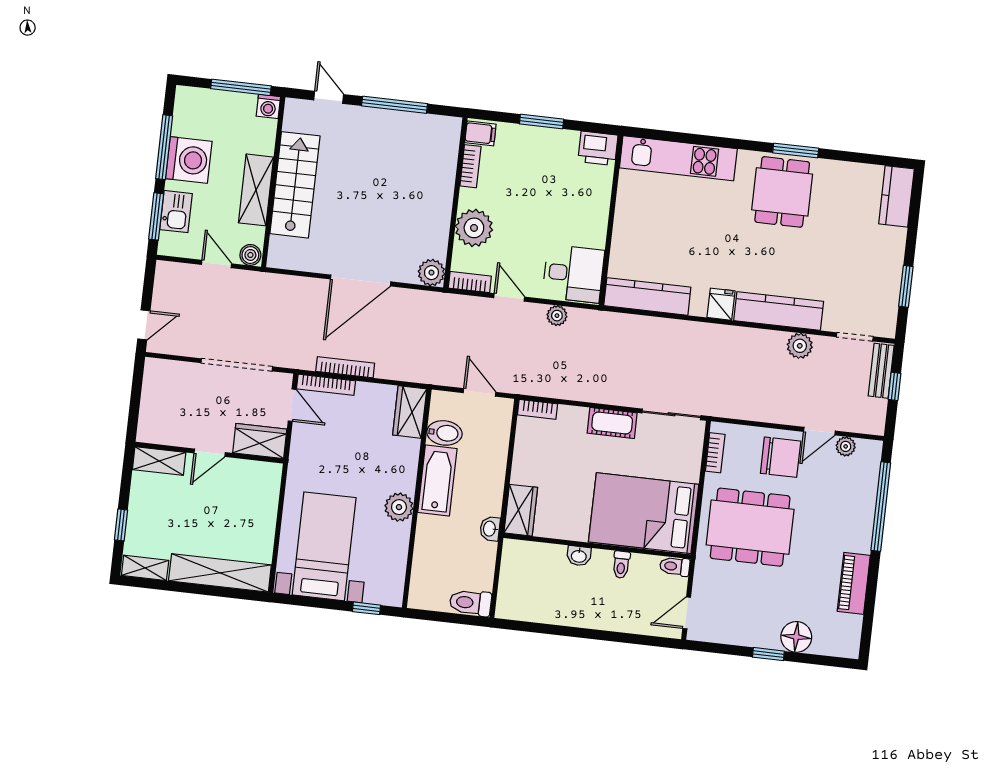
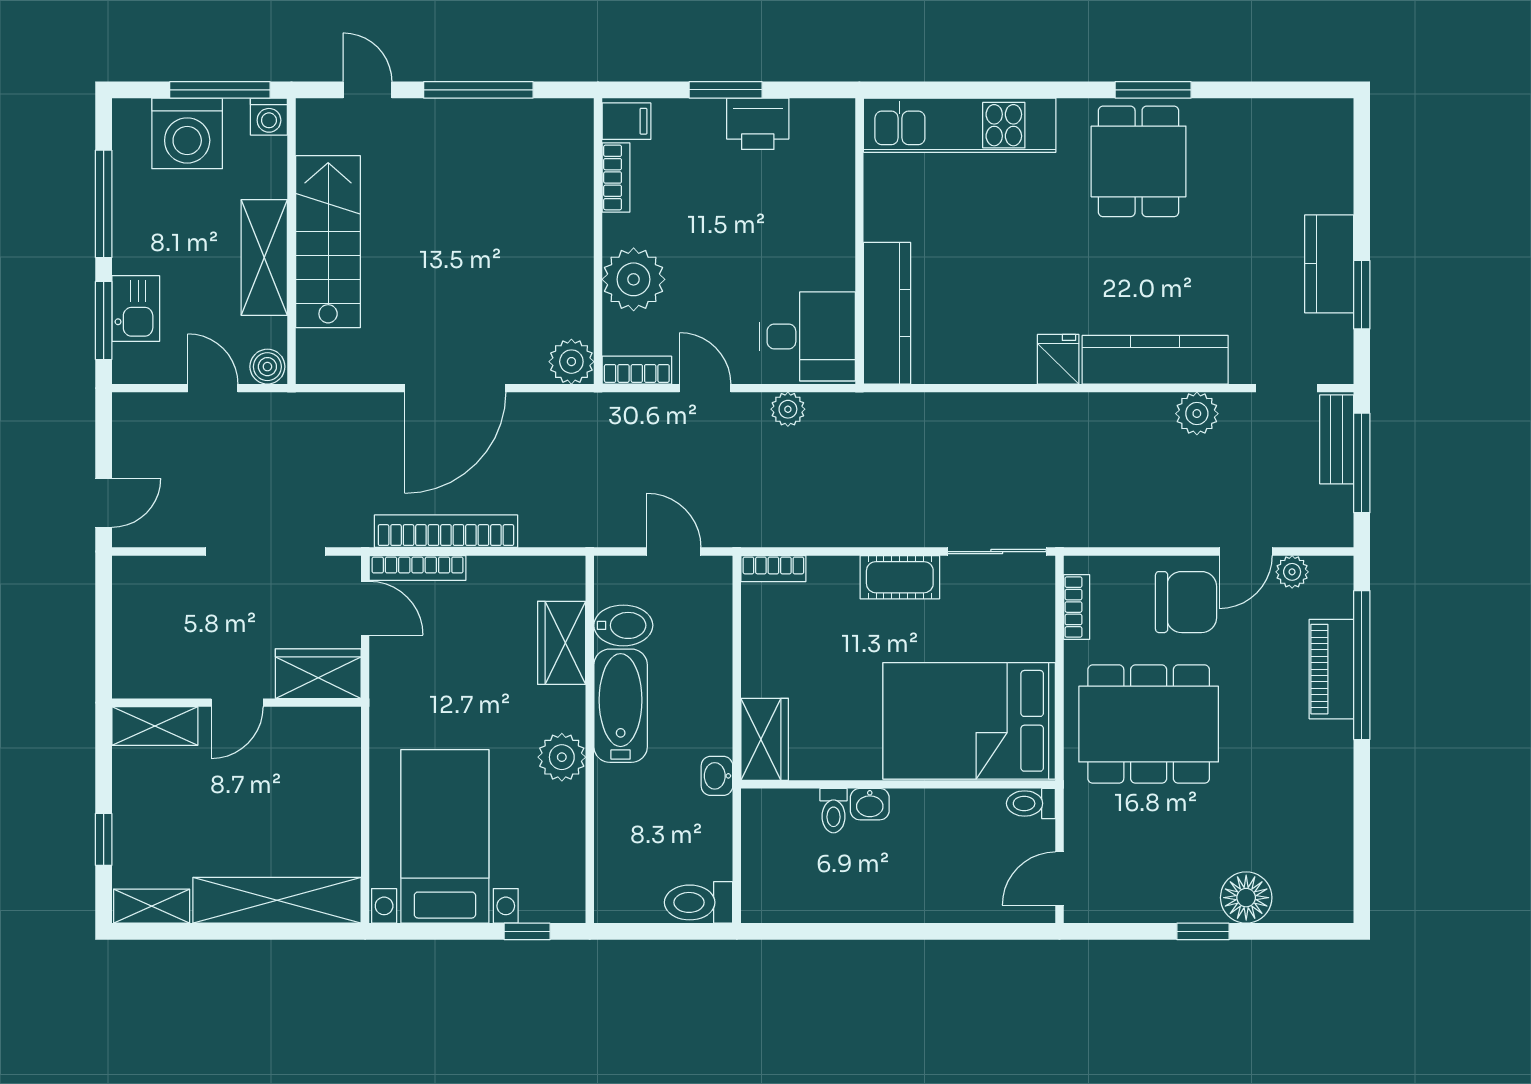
printer: (598, 148) -> (758, 124), moved
washing machine: (189, 160) -> (187, 133), moved, turned 90
kitchen counter: (896, 196) -> (1329, 264), moved
kitchen counter: (647, 296) -> (887, 313), moved, turned 90
bookcase: (345, 367) -> (446, 531), width x1.48, depth x1.31
window: (894, 386) -> (1362, 463), width x2.17
wardrobe: (410, 412) -> (562, 643), moved
toilet: (621, 565) -> (834, 811), moved
piano: (854, 583) -> (1331, 669), moved

